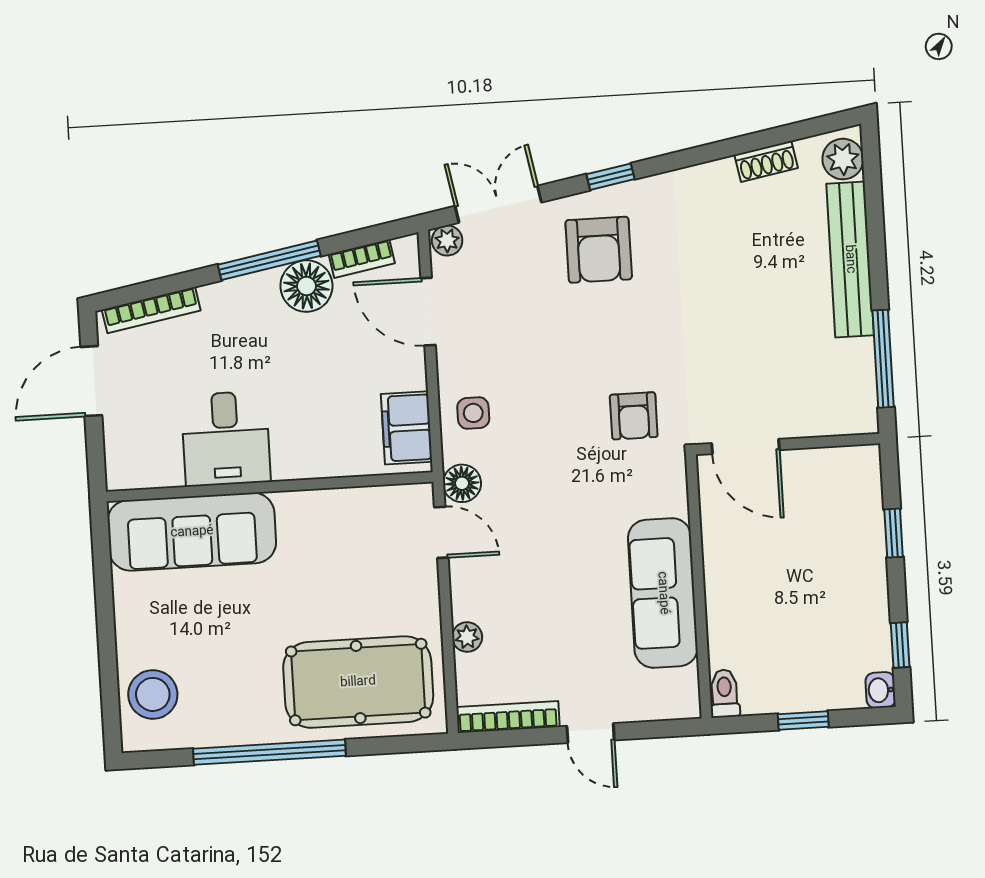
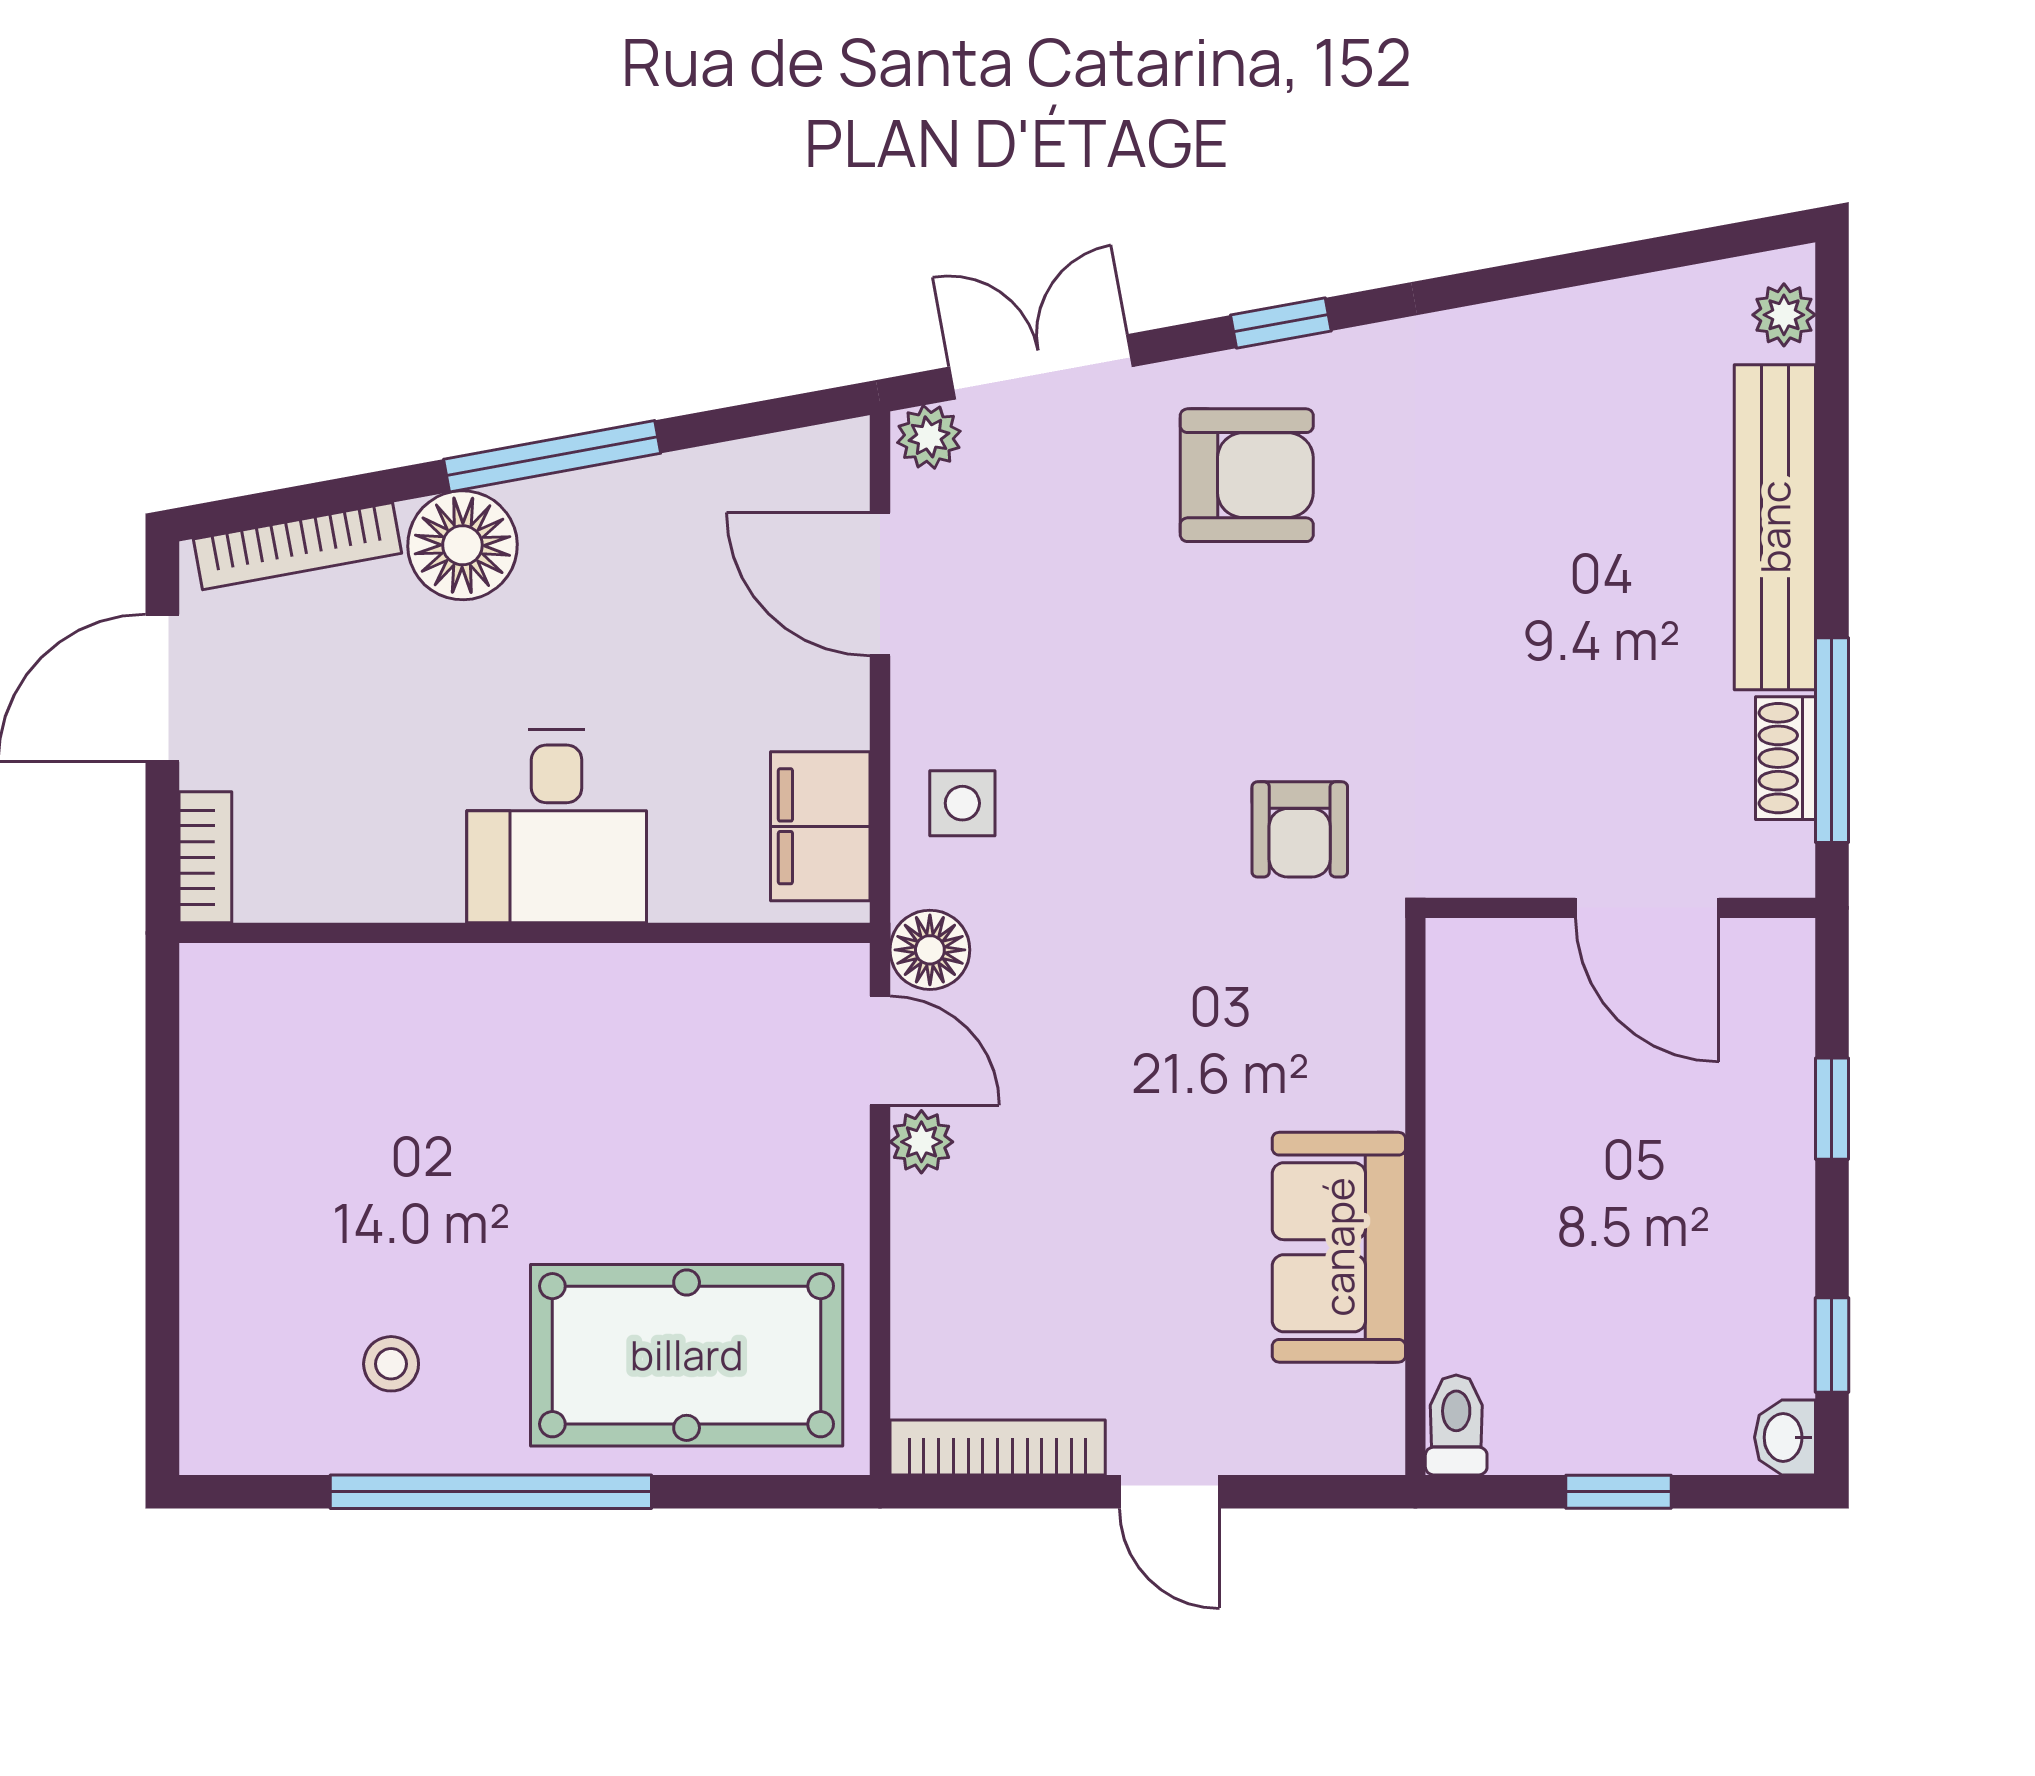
plant: (843, 159) -> (1784, 315), width x0.73, depth x0.73
shoe rack: (766, 161) -> (1785, 758), moved, turned 100
armchair: (599, 250) -> (1247, 475), turned -90
bookcase: (362, 259) -> (205, 857), moved, turned -80
floor lamp: (306, 286) -> (462, 545), moved
desk: (226, 439) -> (557, 826), moved
door: (746, 447) -> (1647, 908), moved
sofa: (192, 532) -> (355, 1018), removed
sofa: (663, 593) -> (1339, 1247), width x0.73
plant: (467, 637) -> (921, 1142), moved
stool: (153, 694) -> (391, 1364), moved, width x0.53, depth x0.53

